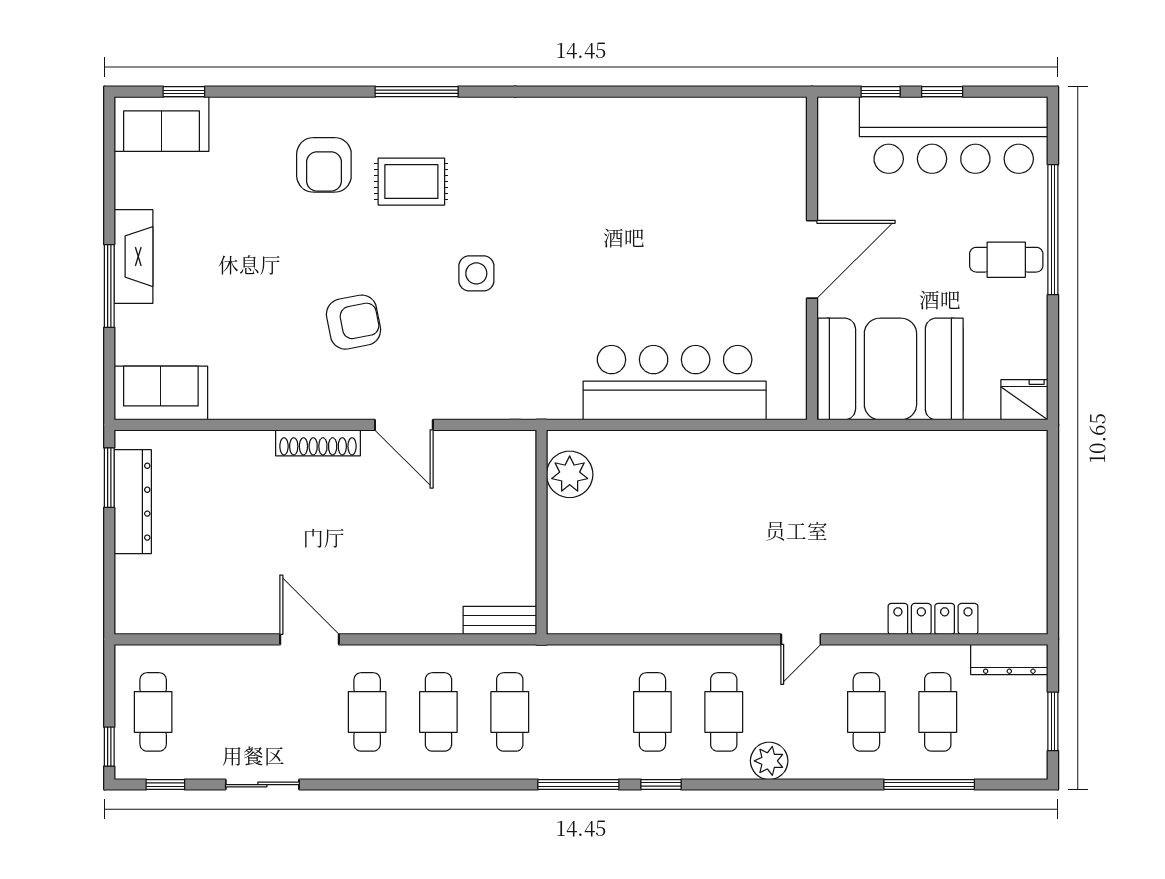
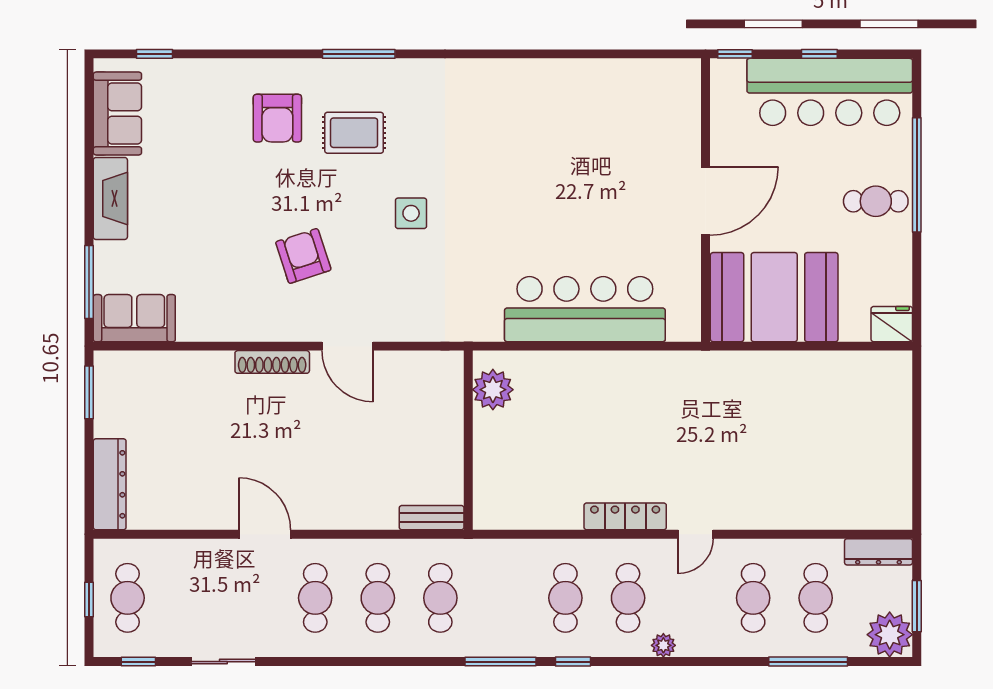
window: (881, 92) -> (735, 54), moved
sofa: (162, 124) -> (117, 113), moved, turned -90
window: (109, 286) -> (89, 282), moved
armchair: (354, 322) -> (303, 256), turned -97
dresser: (133, 502) -> (110, 484), moved
locker: (933, 619) -> (625, 516), moved
window: (109, 747) -> (89, 600), moved
plant: (1022, 754) -> (890, 635), added
plant: (769, 761) -> (663, 645), width x0.73, depth x0.73

